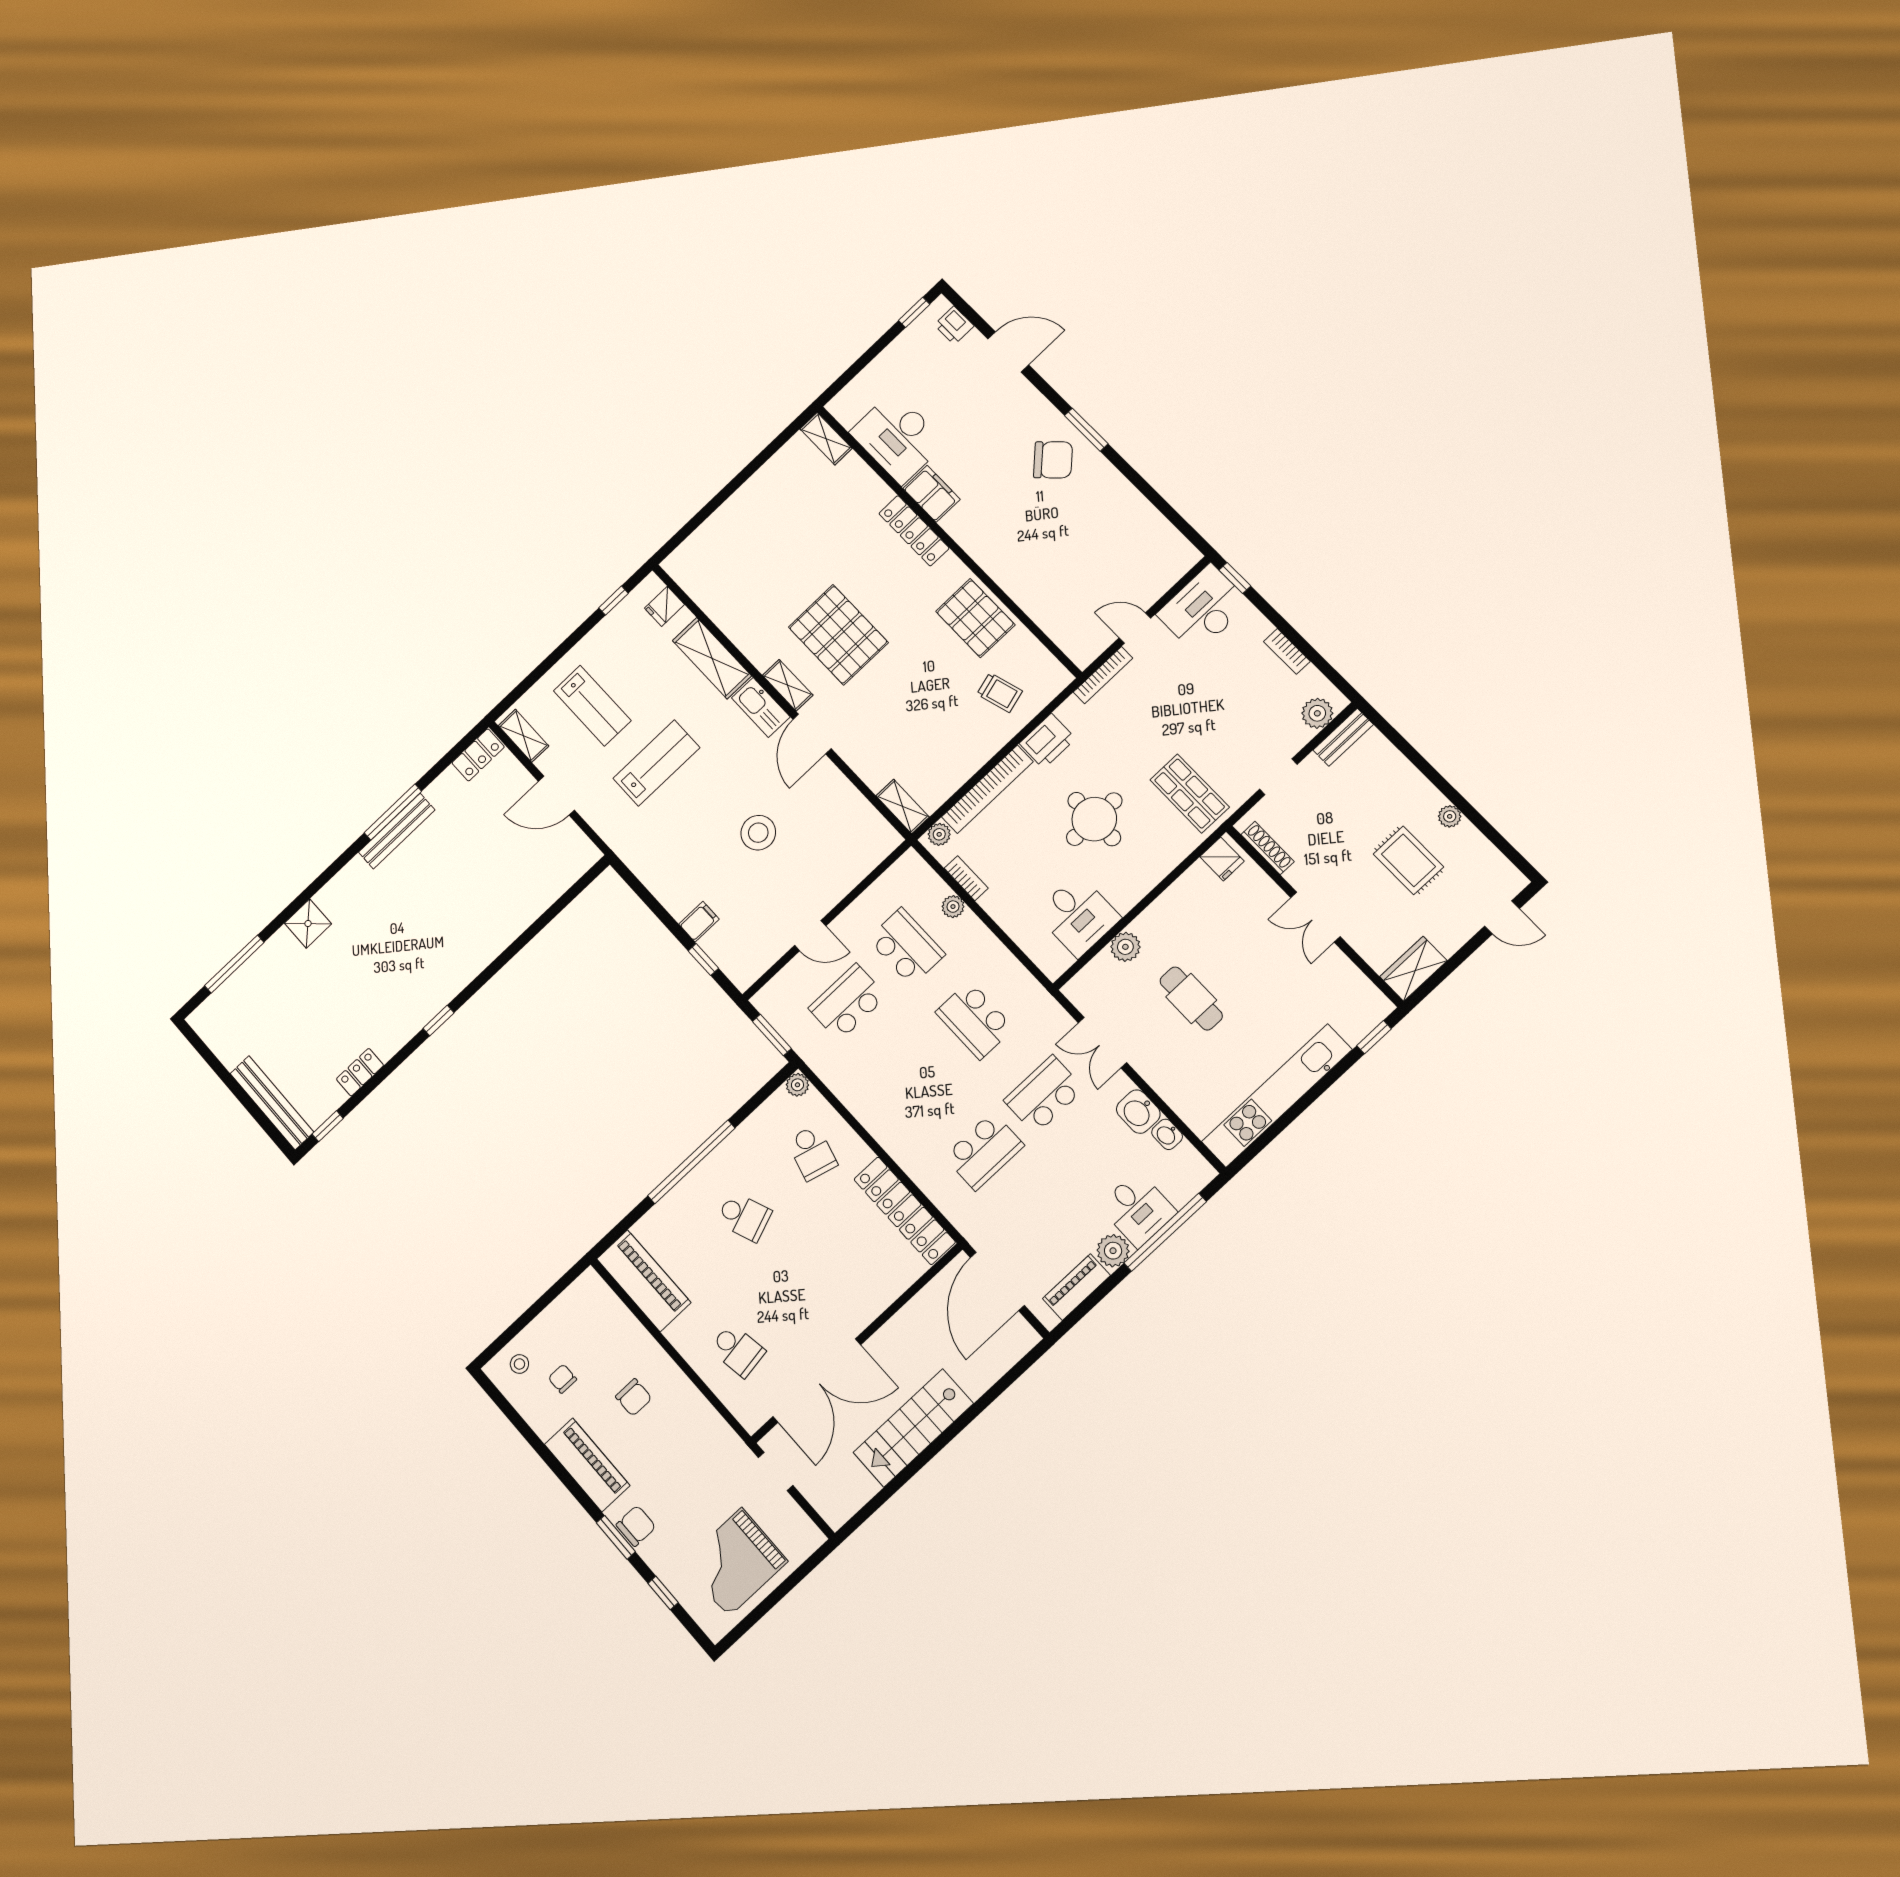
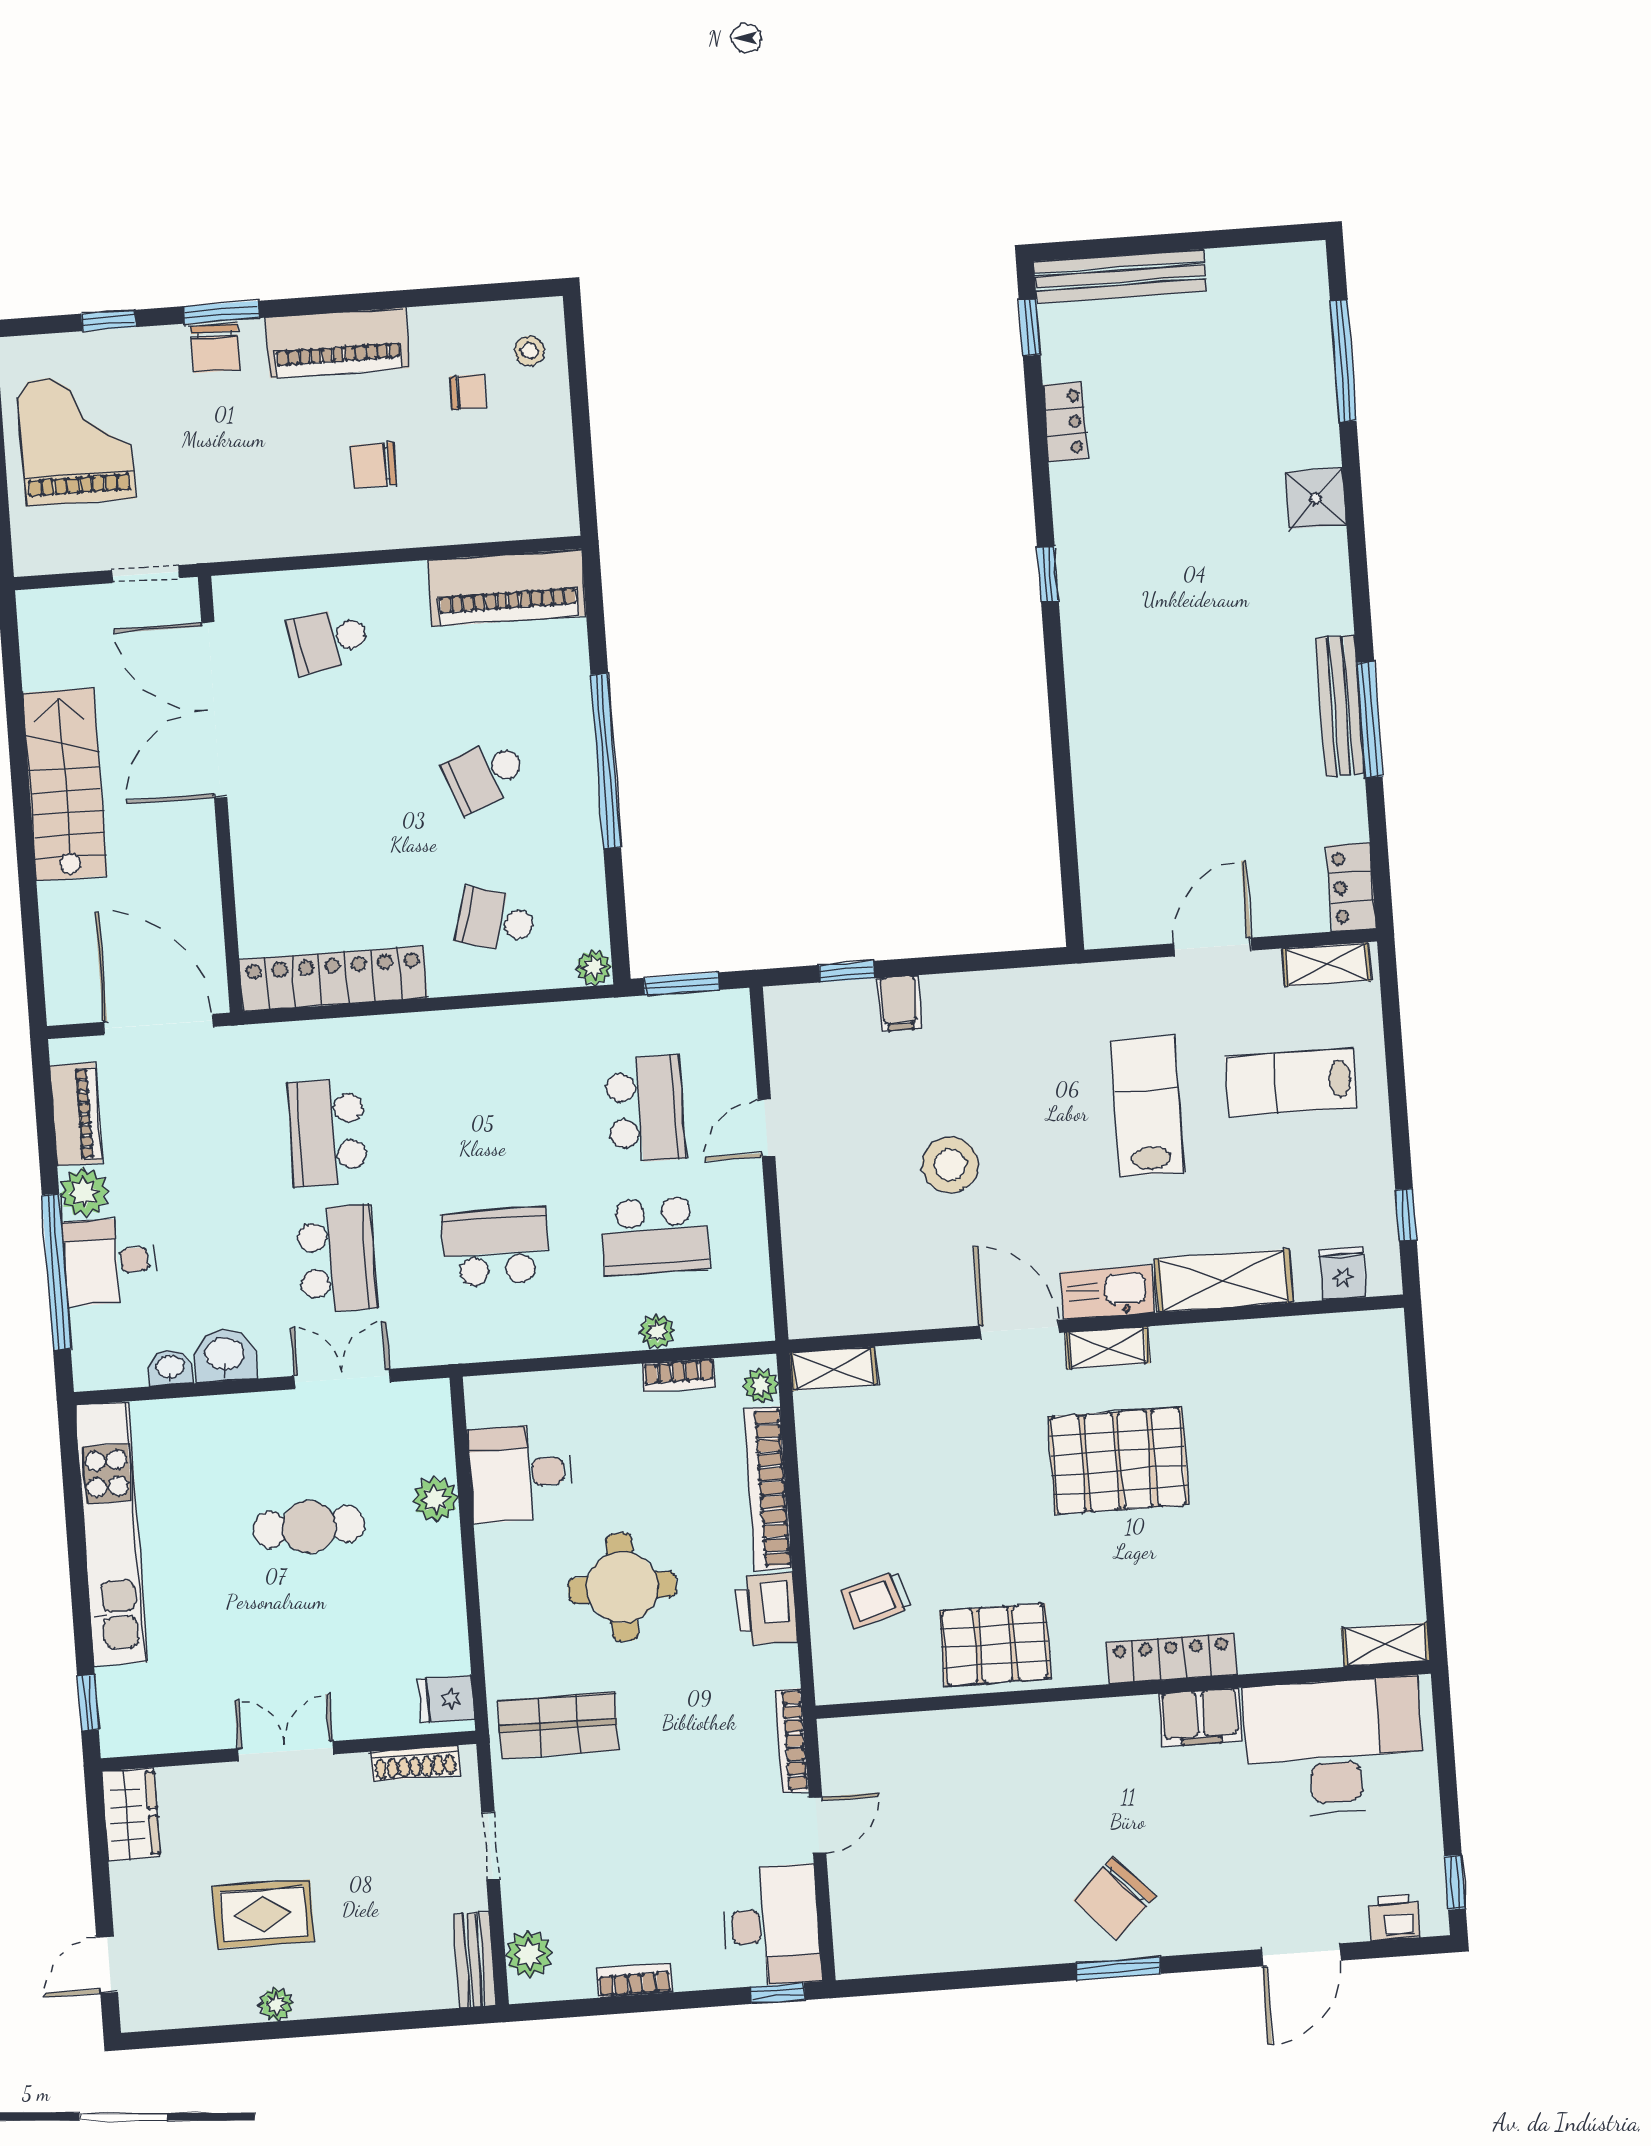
desk: (898, 438) -> (1334, 1747), width x1.36, depth x1.30
lab bench: (656, 763) -> (1147, 1106), turned 180

